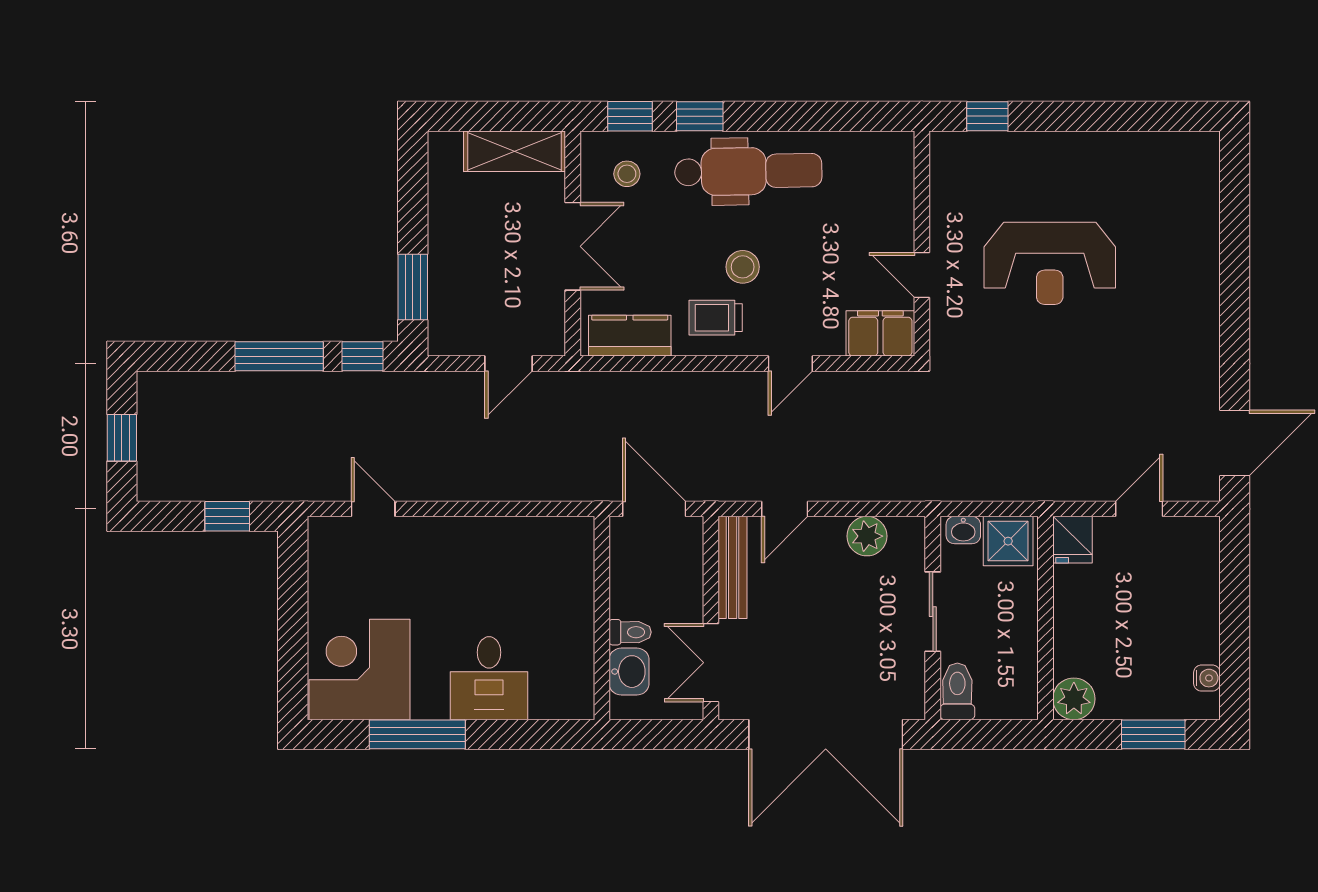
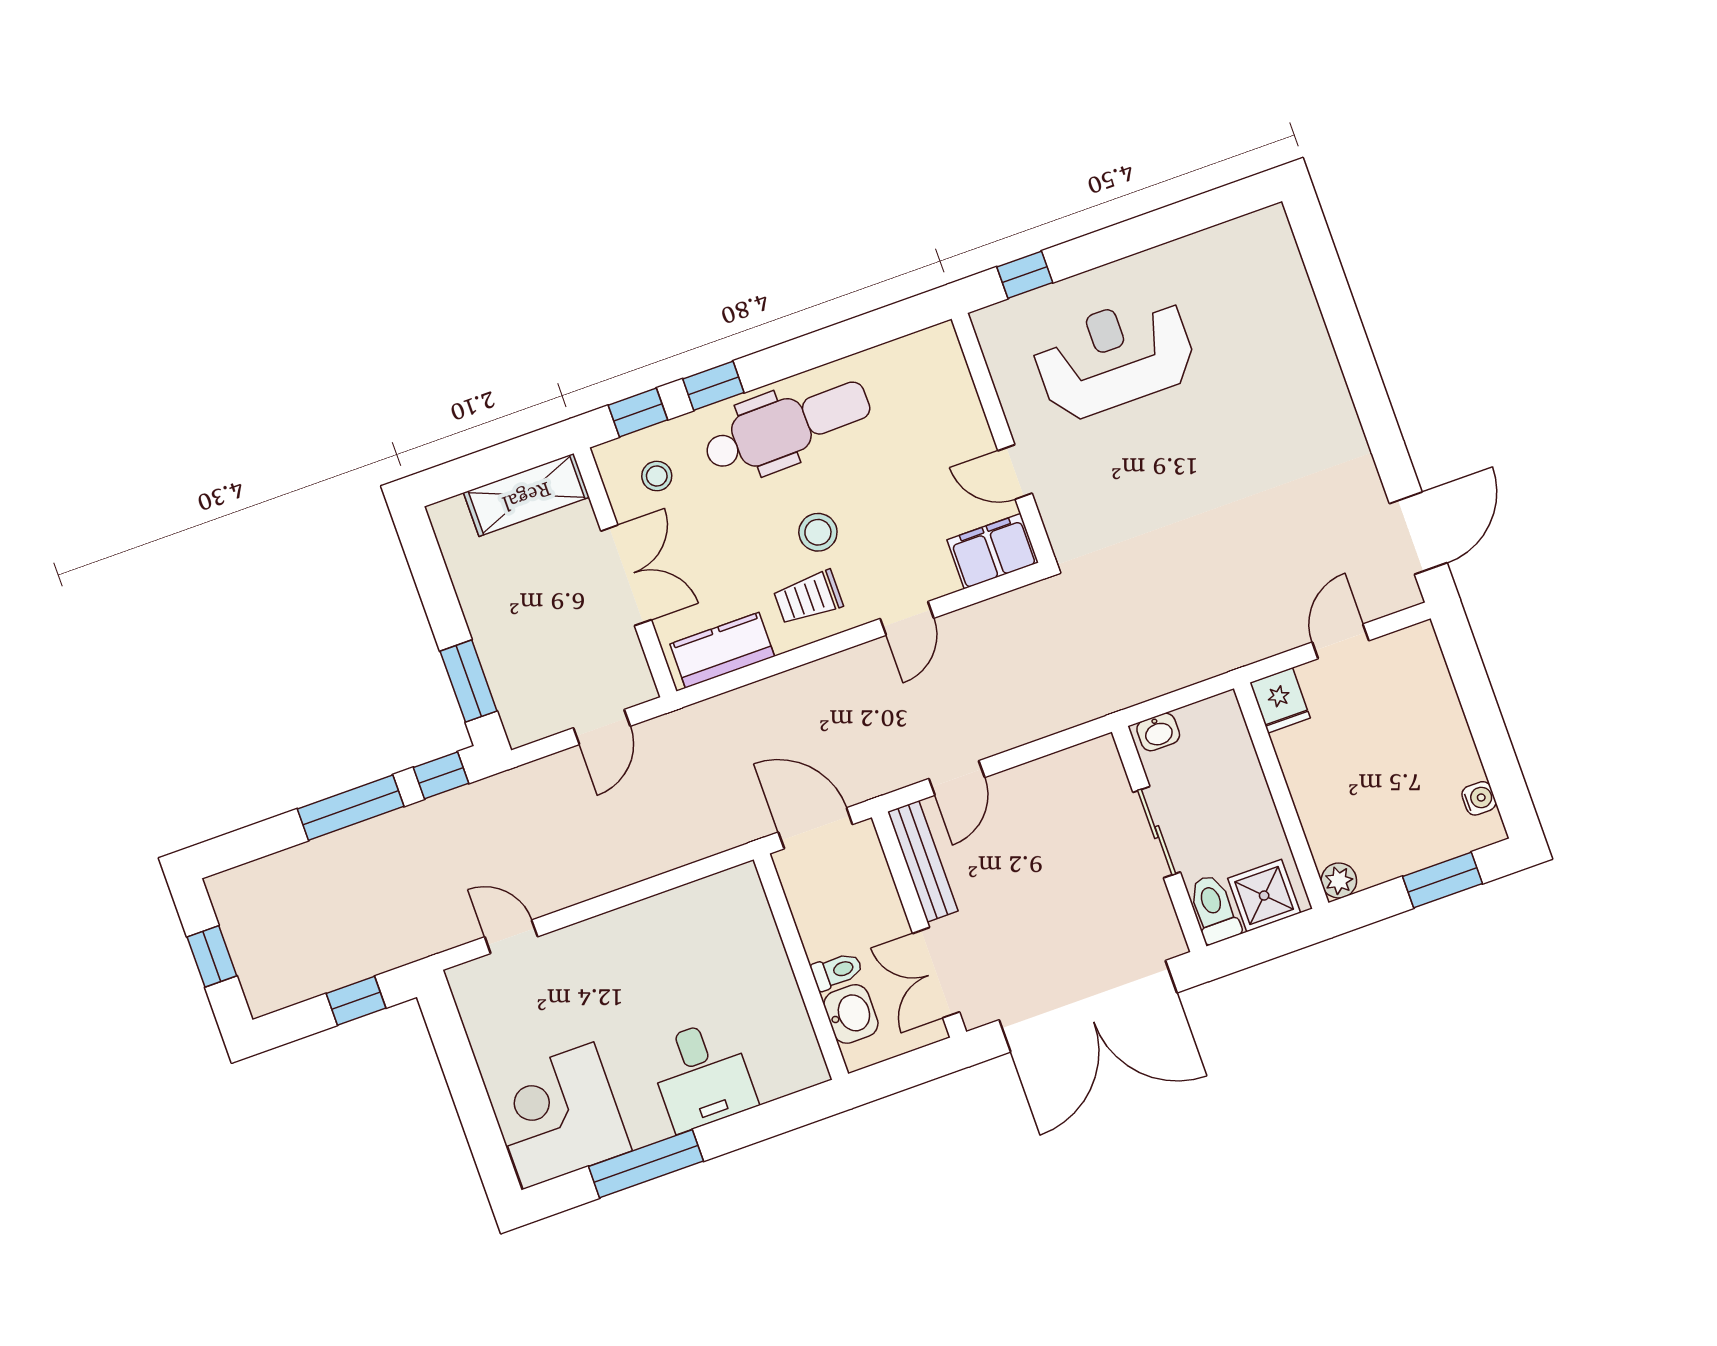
reception desk: (1050, 263) -> (1114, 357), moved, turned 180
plant: (867, 536) -> (1056, 776), removed
shower: (1008, 541) -> (1264, 896), moved
plant: (1074, 699) -> (1339, 881), width x0.73, depth x0.73

